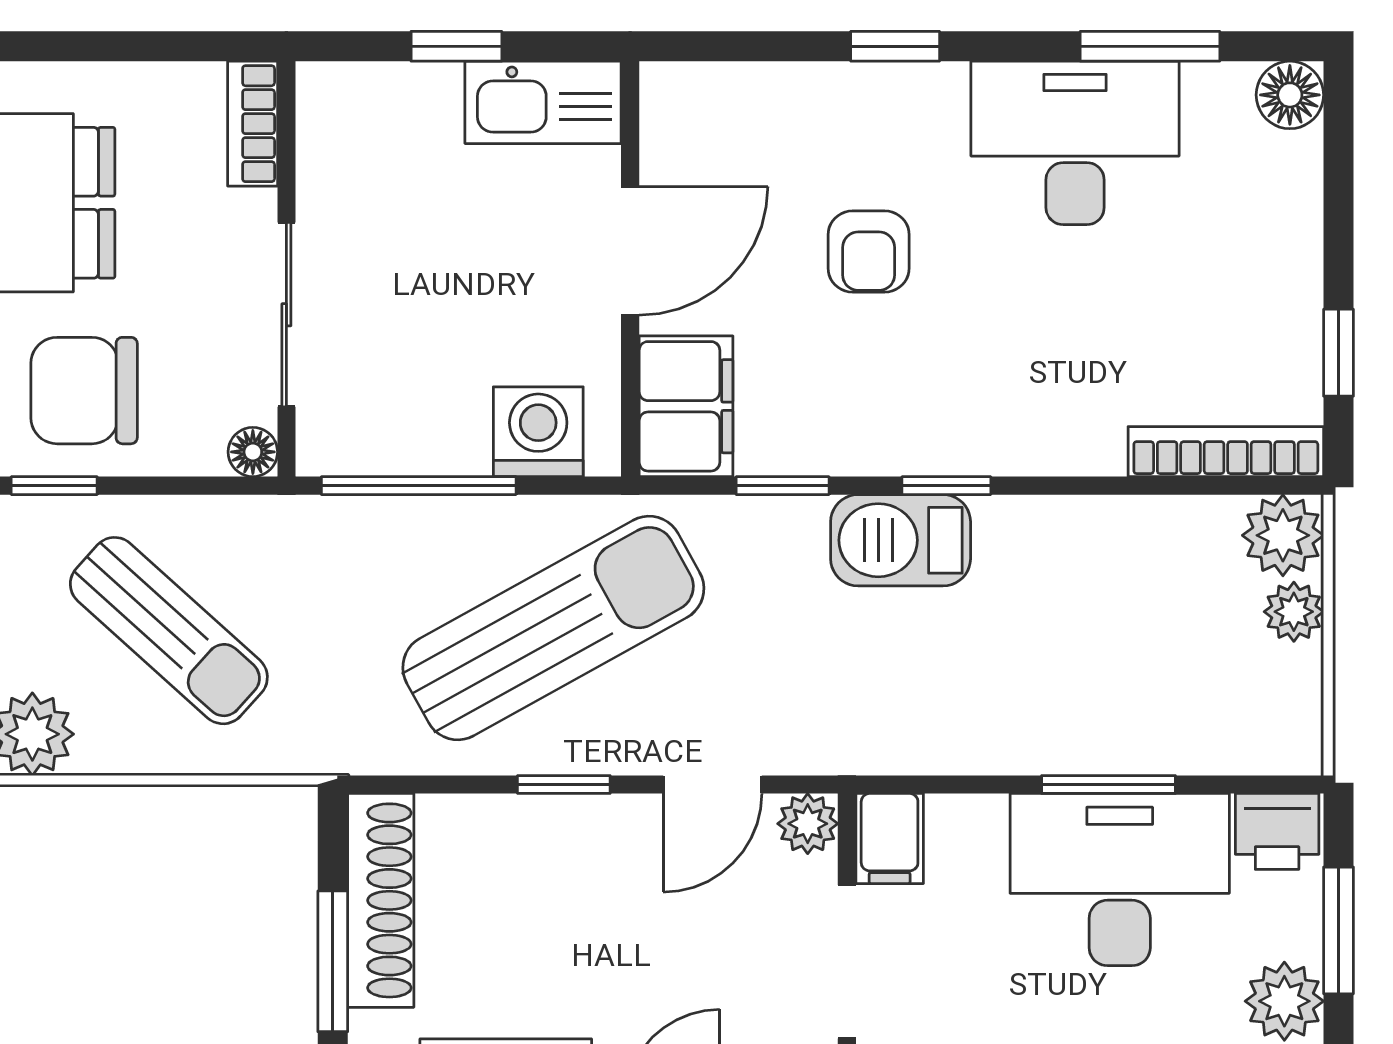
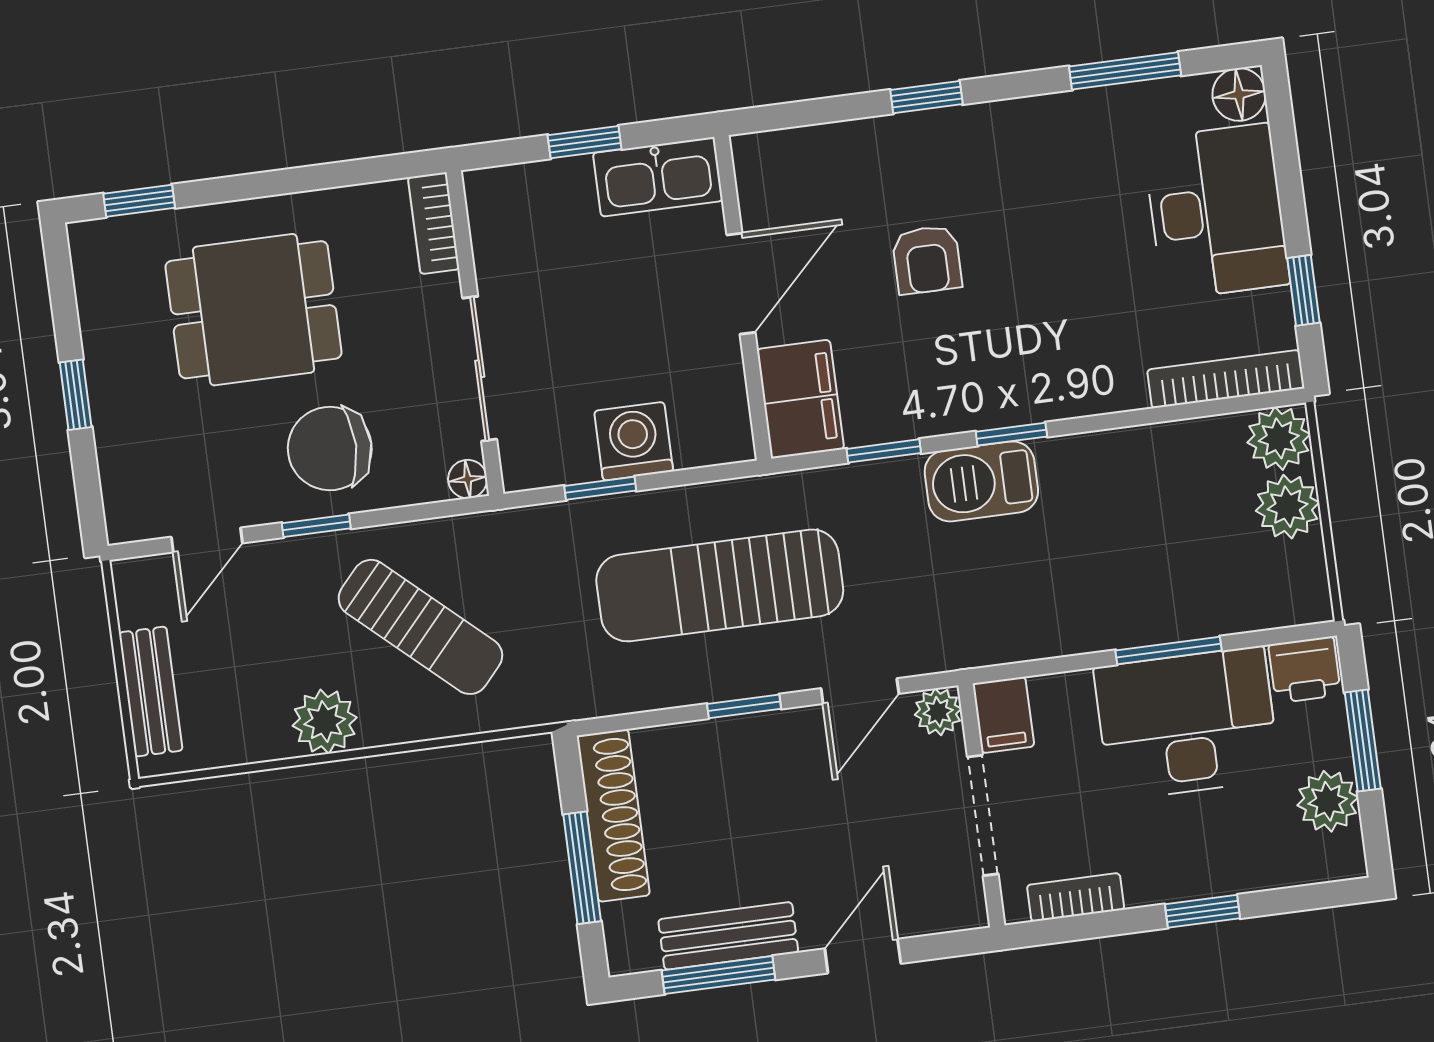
desk: (1075, 143) -> (1216, 211), moved, turned 90
washing machine: (538, 432) -> (634, 441), moved
window: (419, 486) -> (600, 488), width x0.46
plant: (1294, 612) -> (1288, 507), width x1.38, depth x1.38
sun lounger: (553, 628) -> (720, 585), turned -151

